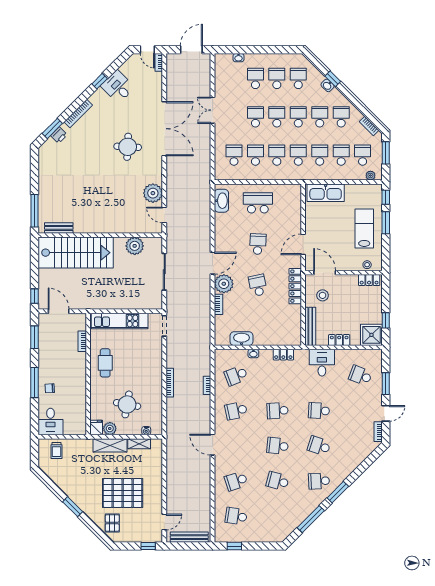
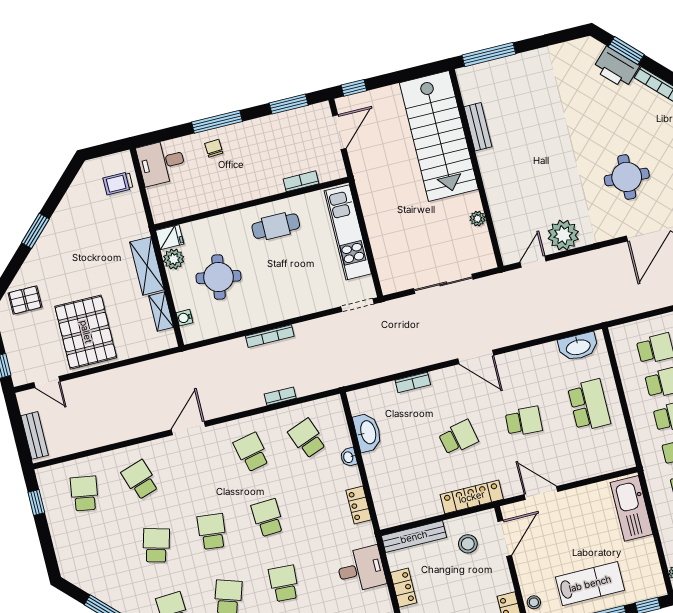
printer: (59, 135) -> (616, 68), width x1.87, depth x1.48
bench: (59, 228) -> (478, 127), moved
plant: (135, 246) -> (478, 219), width x0.53, depth x0.53
plant: (224, 284) -> (448, 383), removed
pallet: (123, 493) -> (86, 332), moved
bench: (189, 537) -> (35, 435), width x0.73

